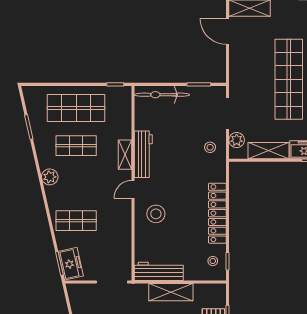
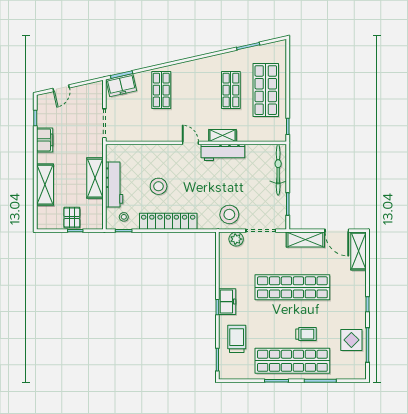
door: (228, 31) -> (337, 231), swing flipped
stool: (210, 147) -> (229, 214), width x1.89, depth x1.89
shelving: (268, 151) -> (305, 240), moved, turned 90
plant: (50, 177) -> (202, 66), removed
stool: (156, 214) -> (159, 186), moved
workbench: (159, 271) -> (114, 184), moved

